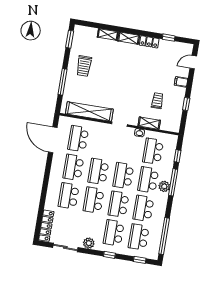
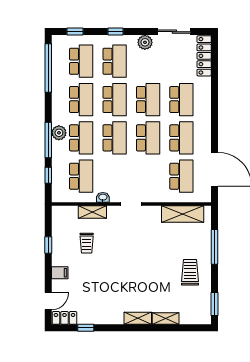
locker: (149, 42) -> (64, 318), moved
shelving: (89, 111) -> (183, 214), width x0.68

